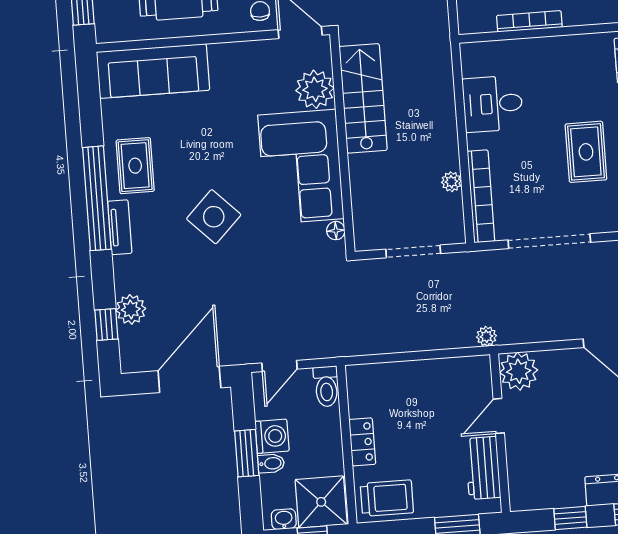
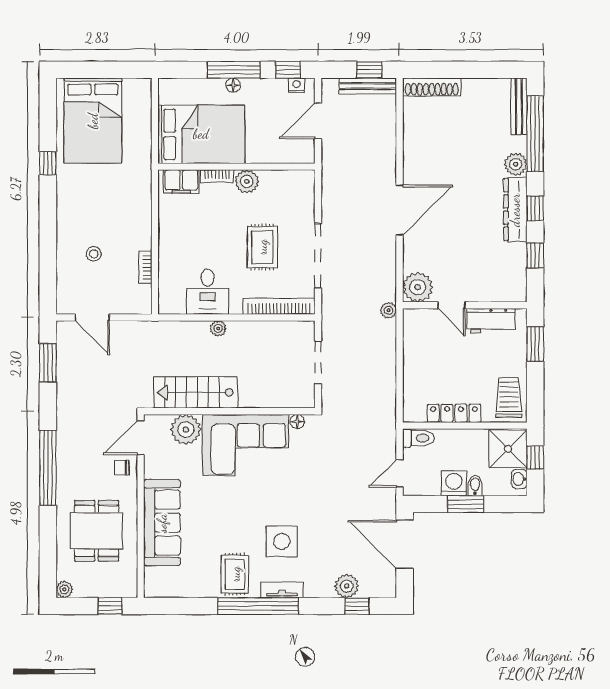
bookcase: (529, 21) -> (145, 267), width x0.64
sofa: (153, 71) -> (162, 523), moved
rug: (586, 152) -> (262, 247), moved, turned 90
rug: (135, 166) -> (235, 574), turned 90
plant: (451, 182) -> (218, 328), moved
side table: (214, 217) -> (282, 541), moved, turned 45
door: (279, 366) -> (400, 473), swing flipped
locker: (362, 442) -> (454, 413), width x1.53

